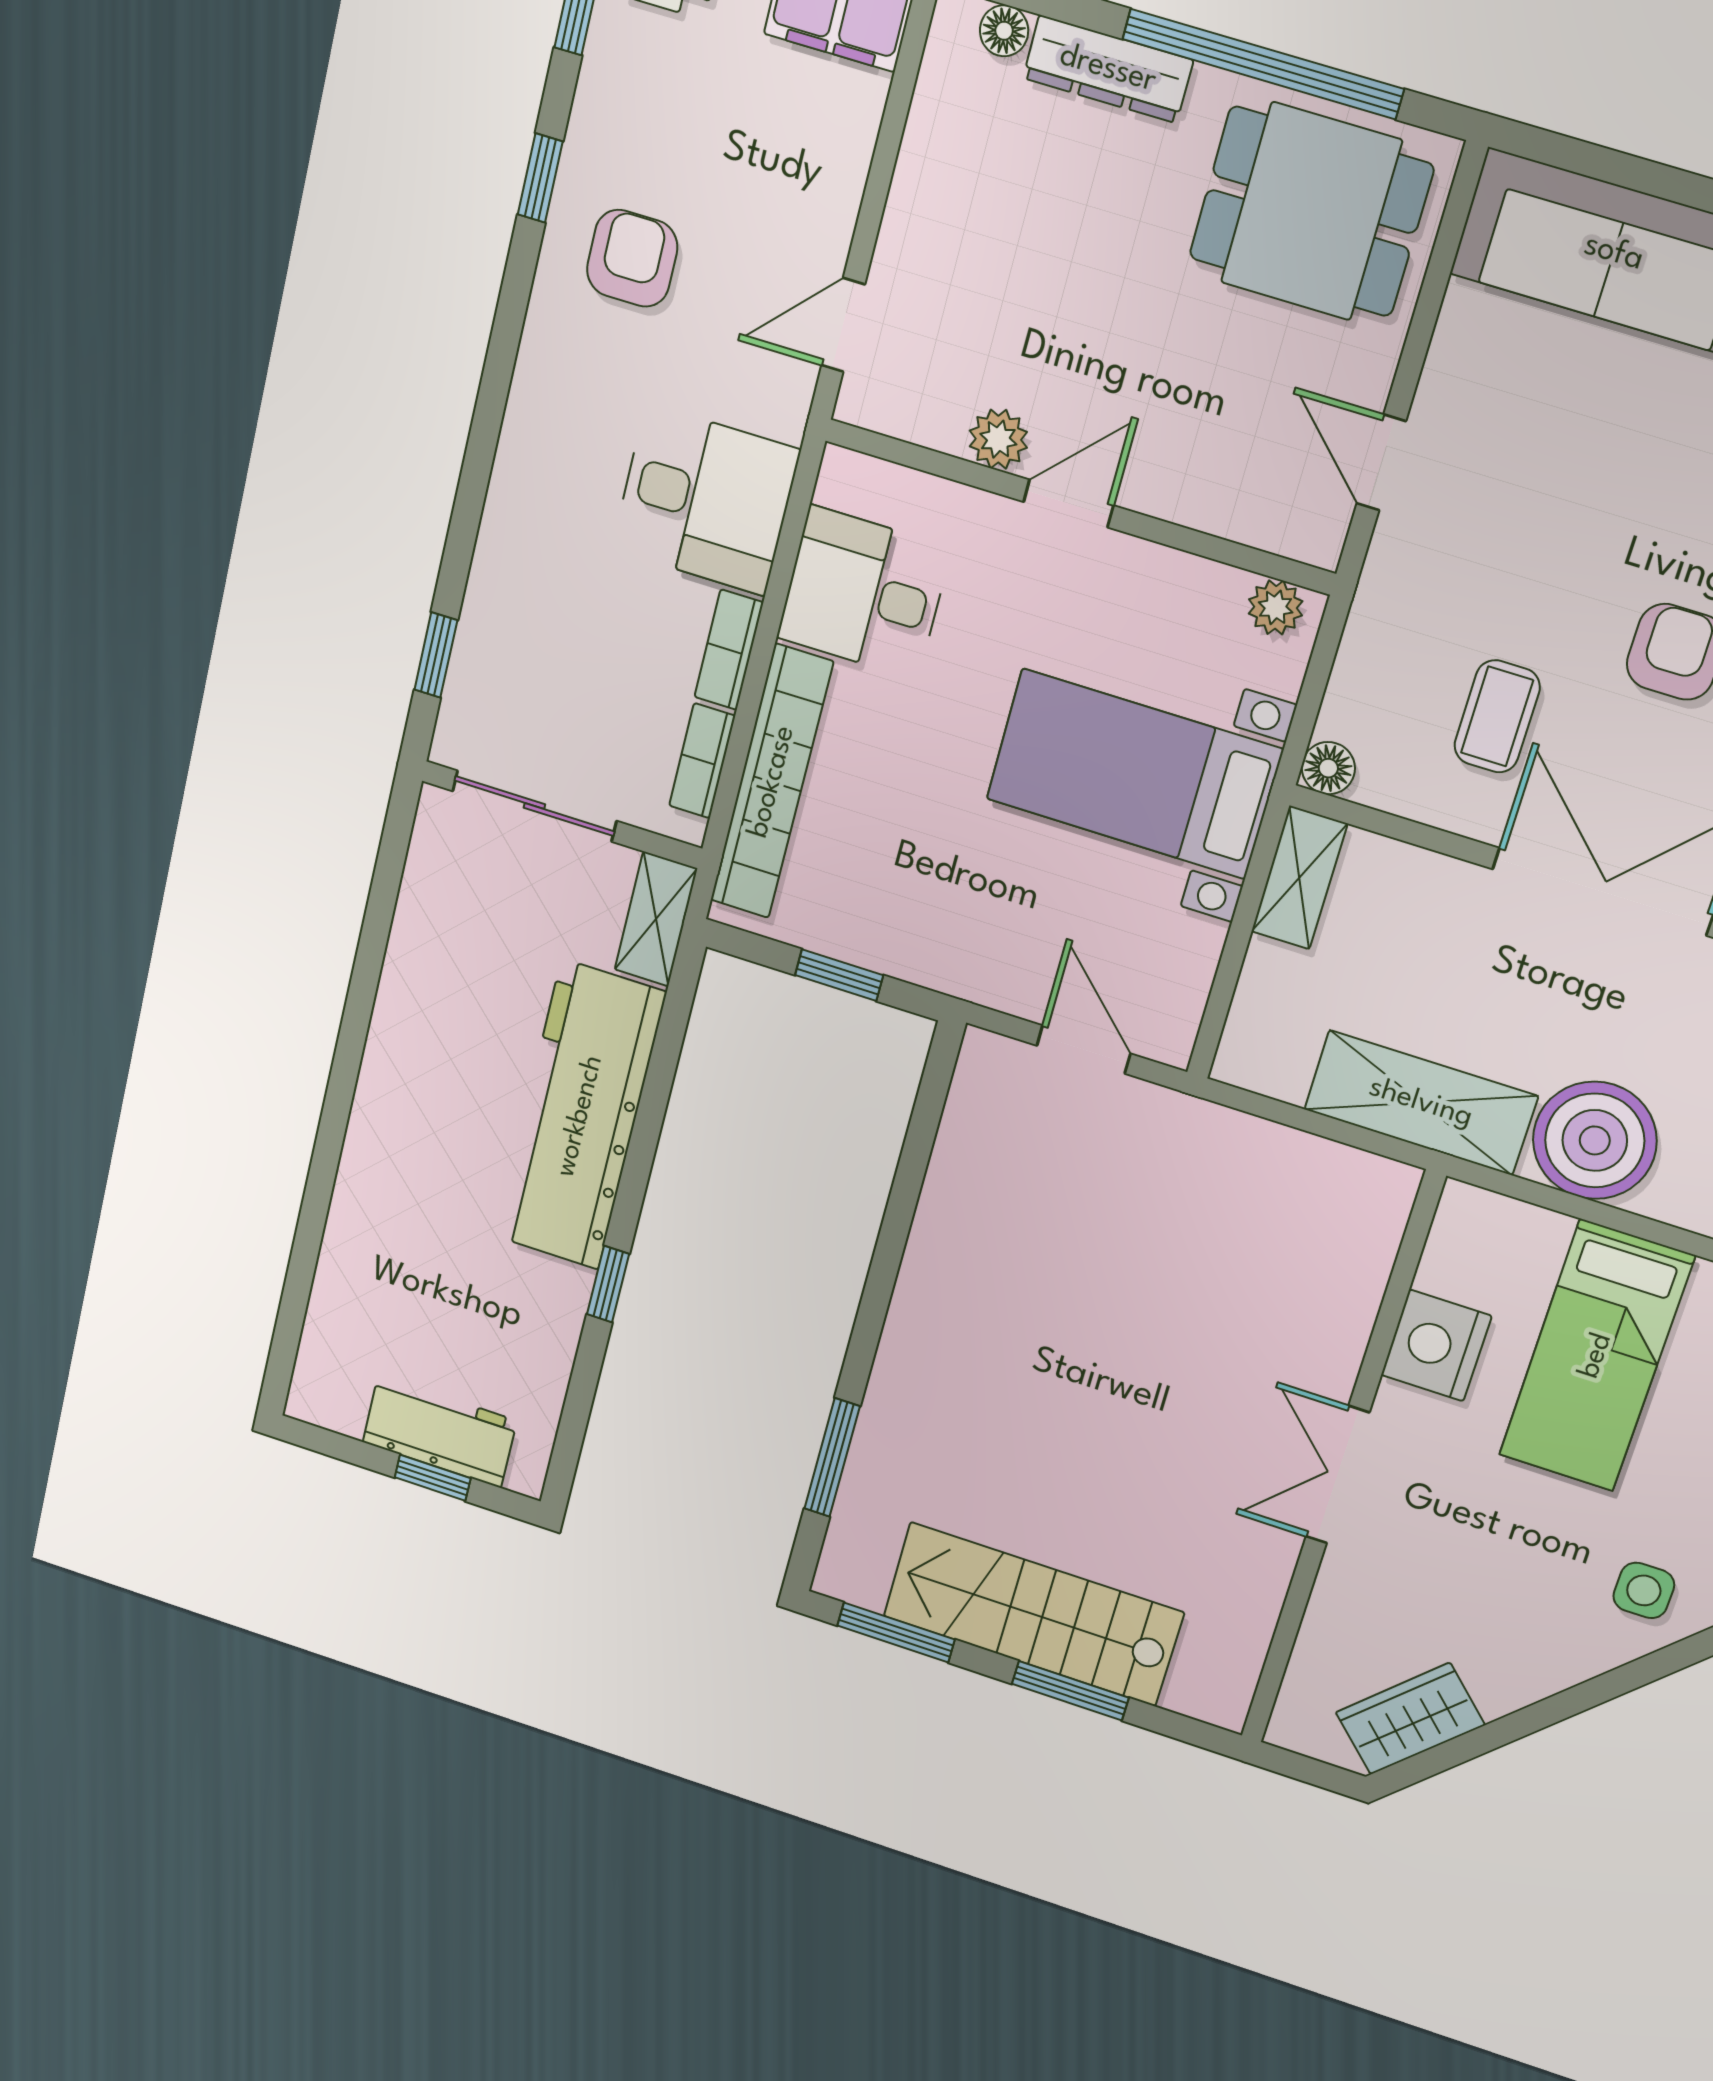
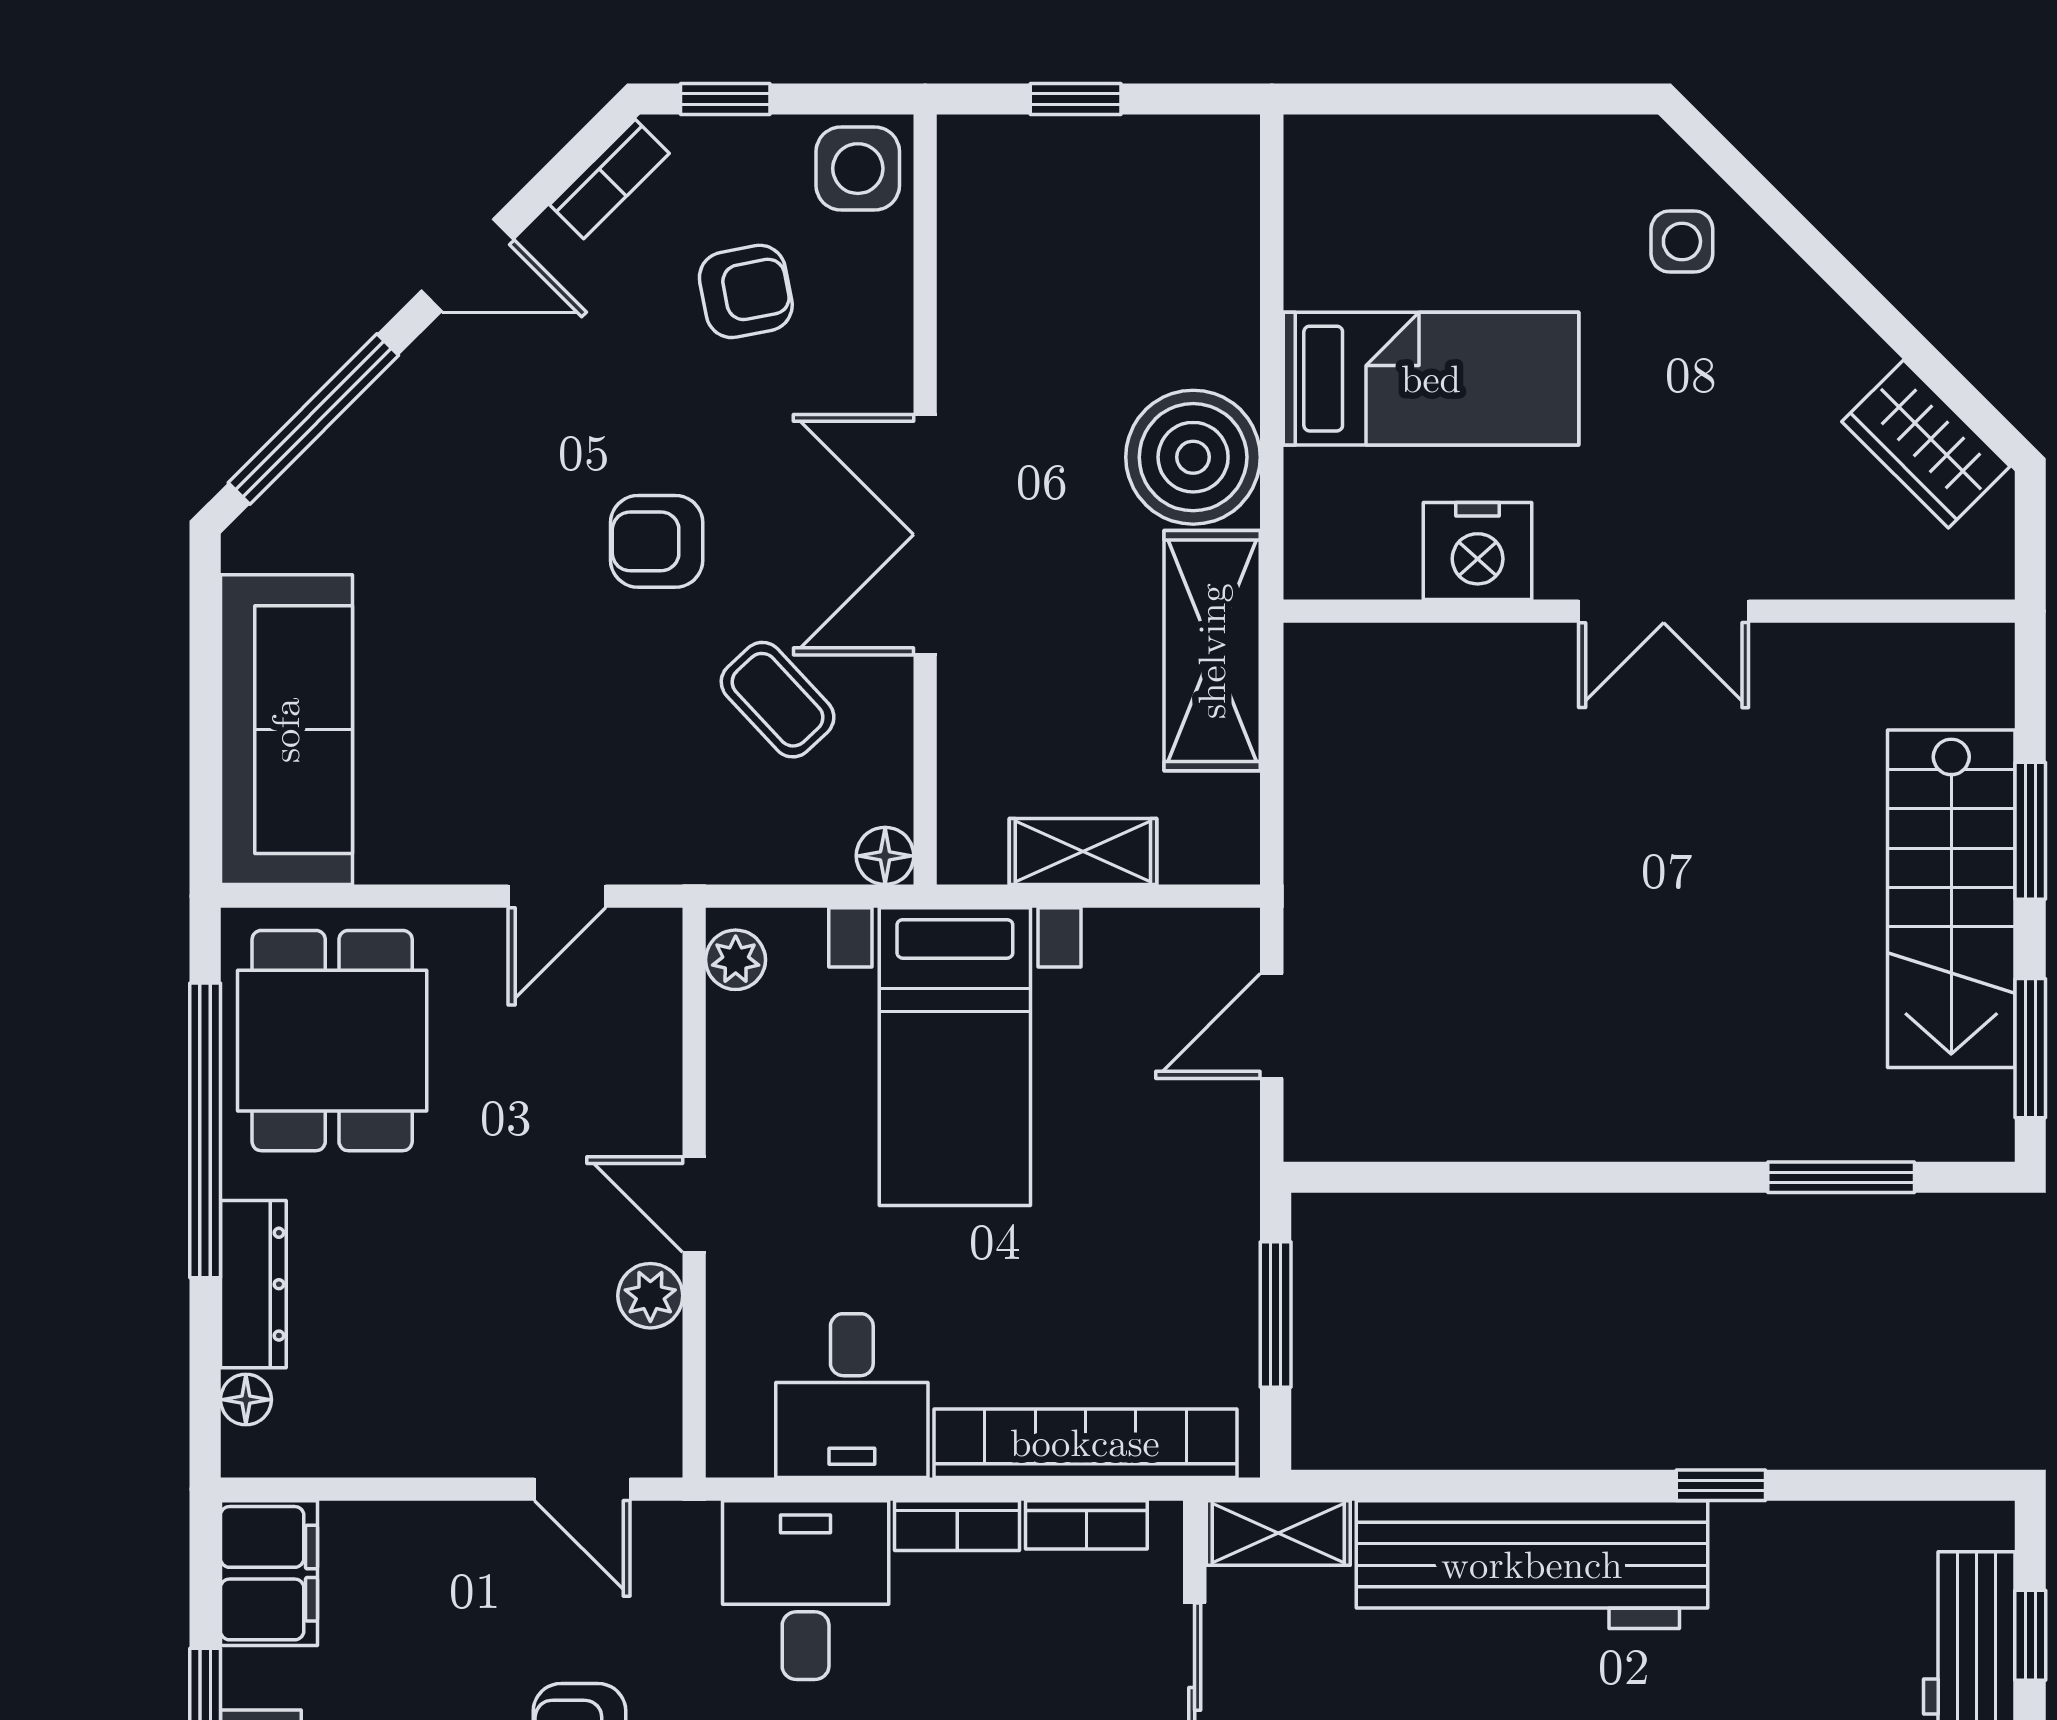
coffee table: (1497, 716) -> (778, 700), turned 47
shelving: (1299, 878) -> (1083, 851), moved
window: (839, 975) -> (1276, 1314), width x1.50

